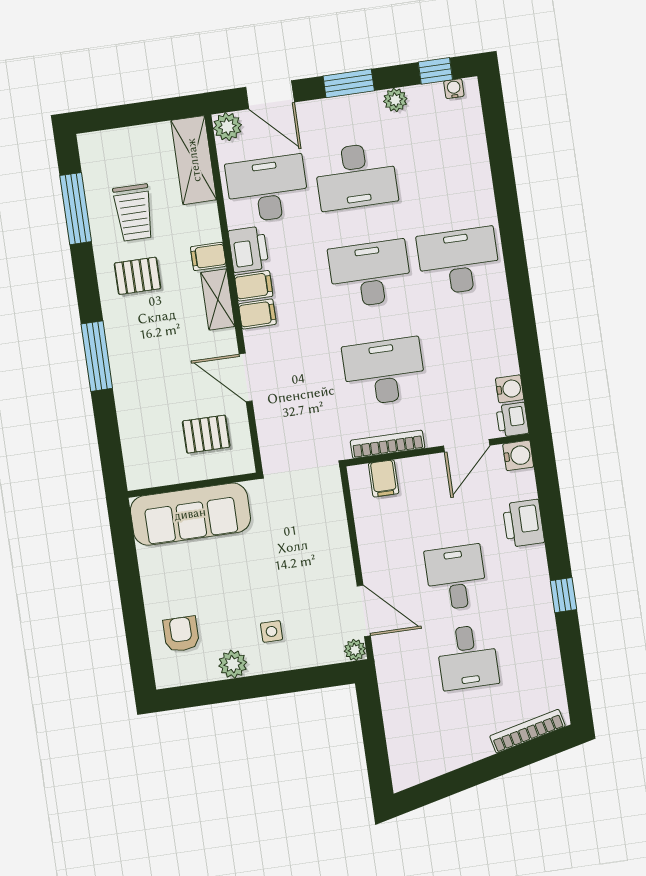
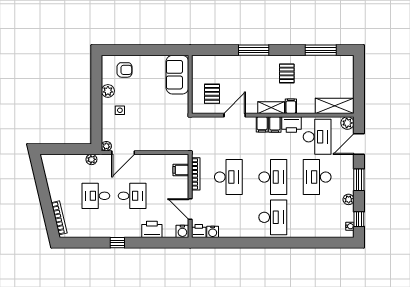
trolley: (134, 213) -> (315, 76), removed
sofa: (190, 514) -> (177, 75), width x0.73
plant: (389, 678) -> (91, 159), added

